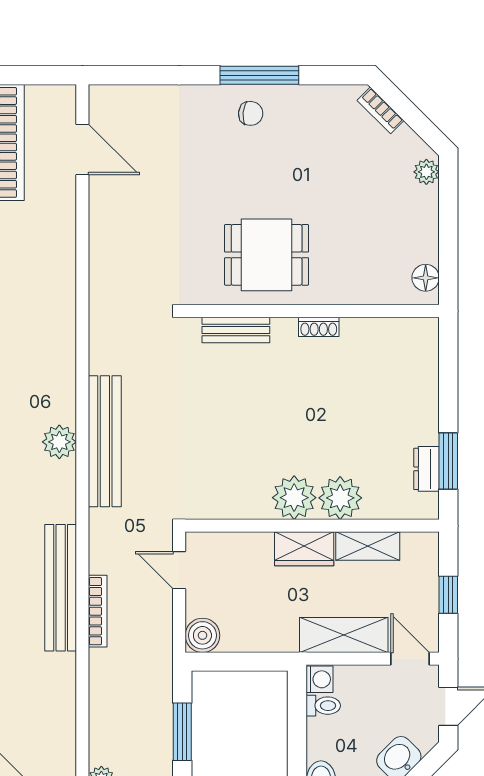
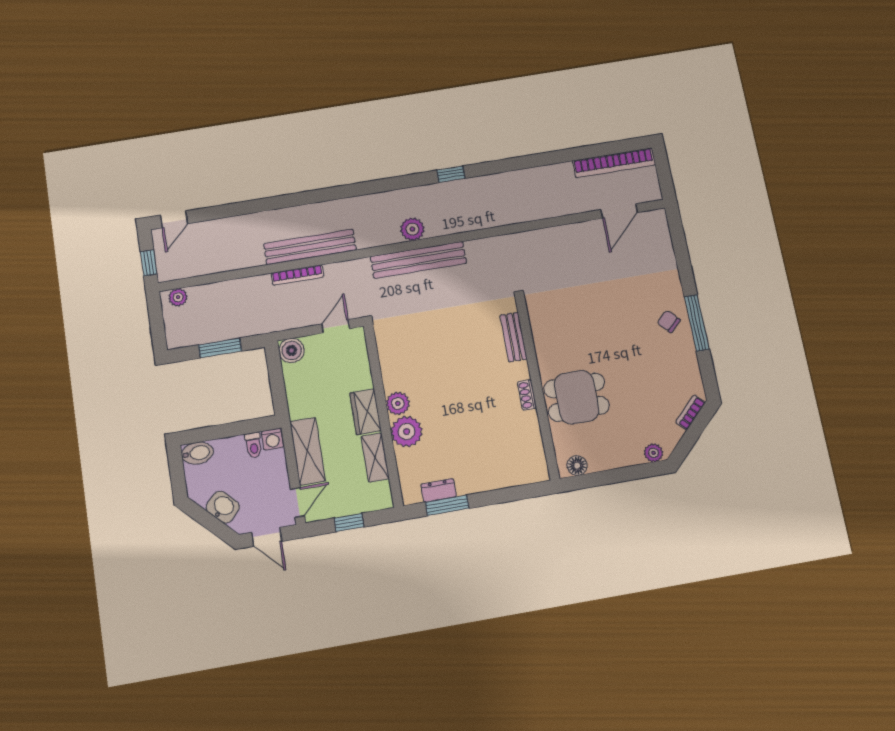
chair: (251, 113) -> (669, 321), turned 132
dining table: (267, 255) -> (577, 397), moved, turned 90
plant: (294, 498) -> (398, 403), width x0.73, depth x0.73

